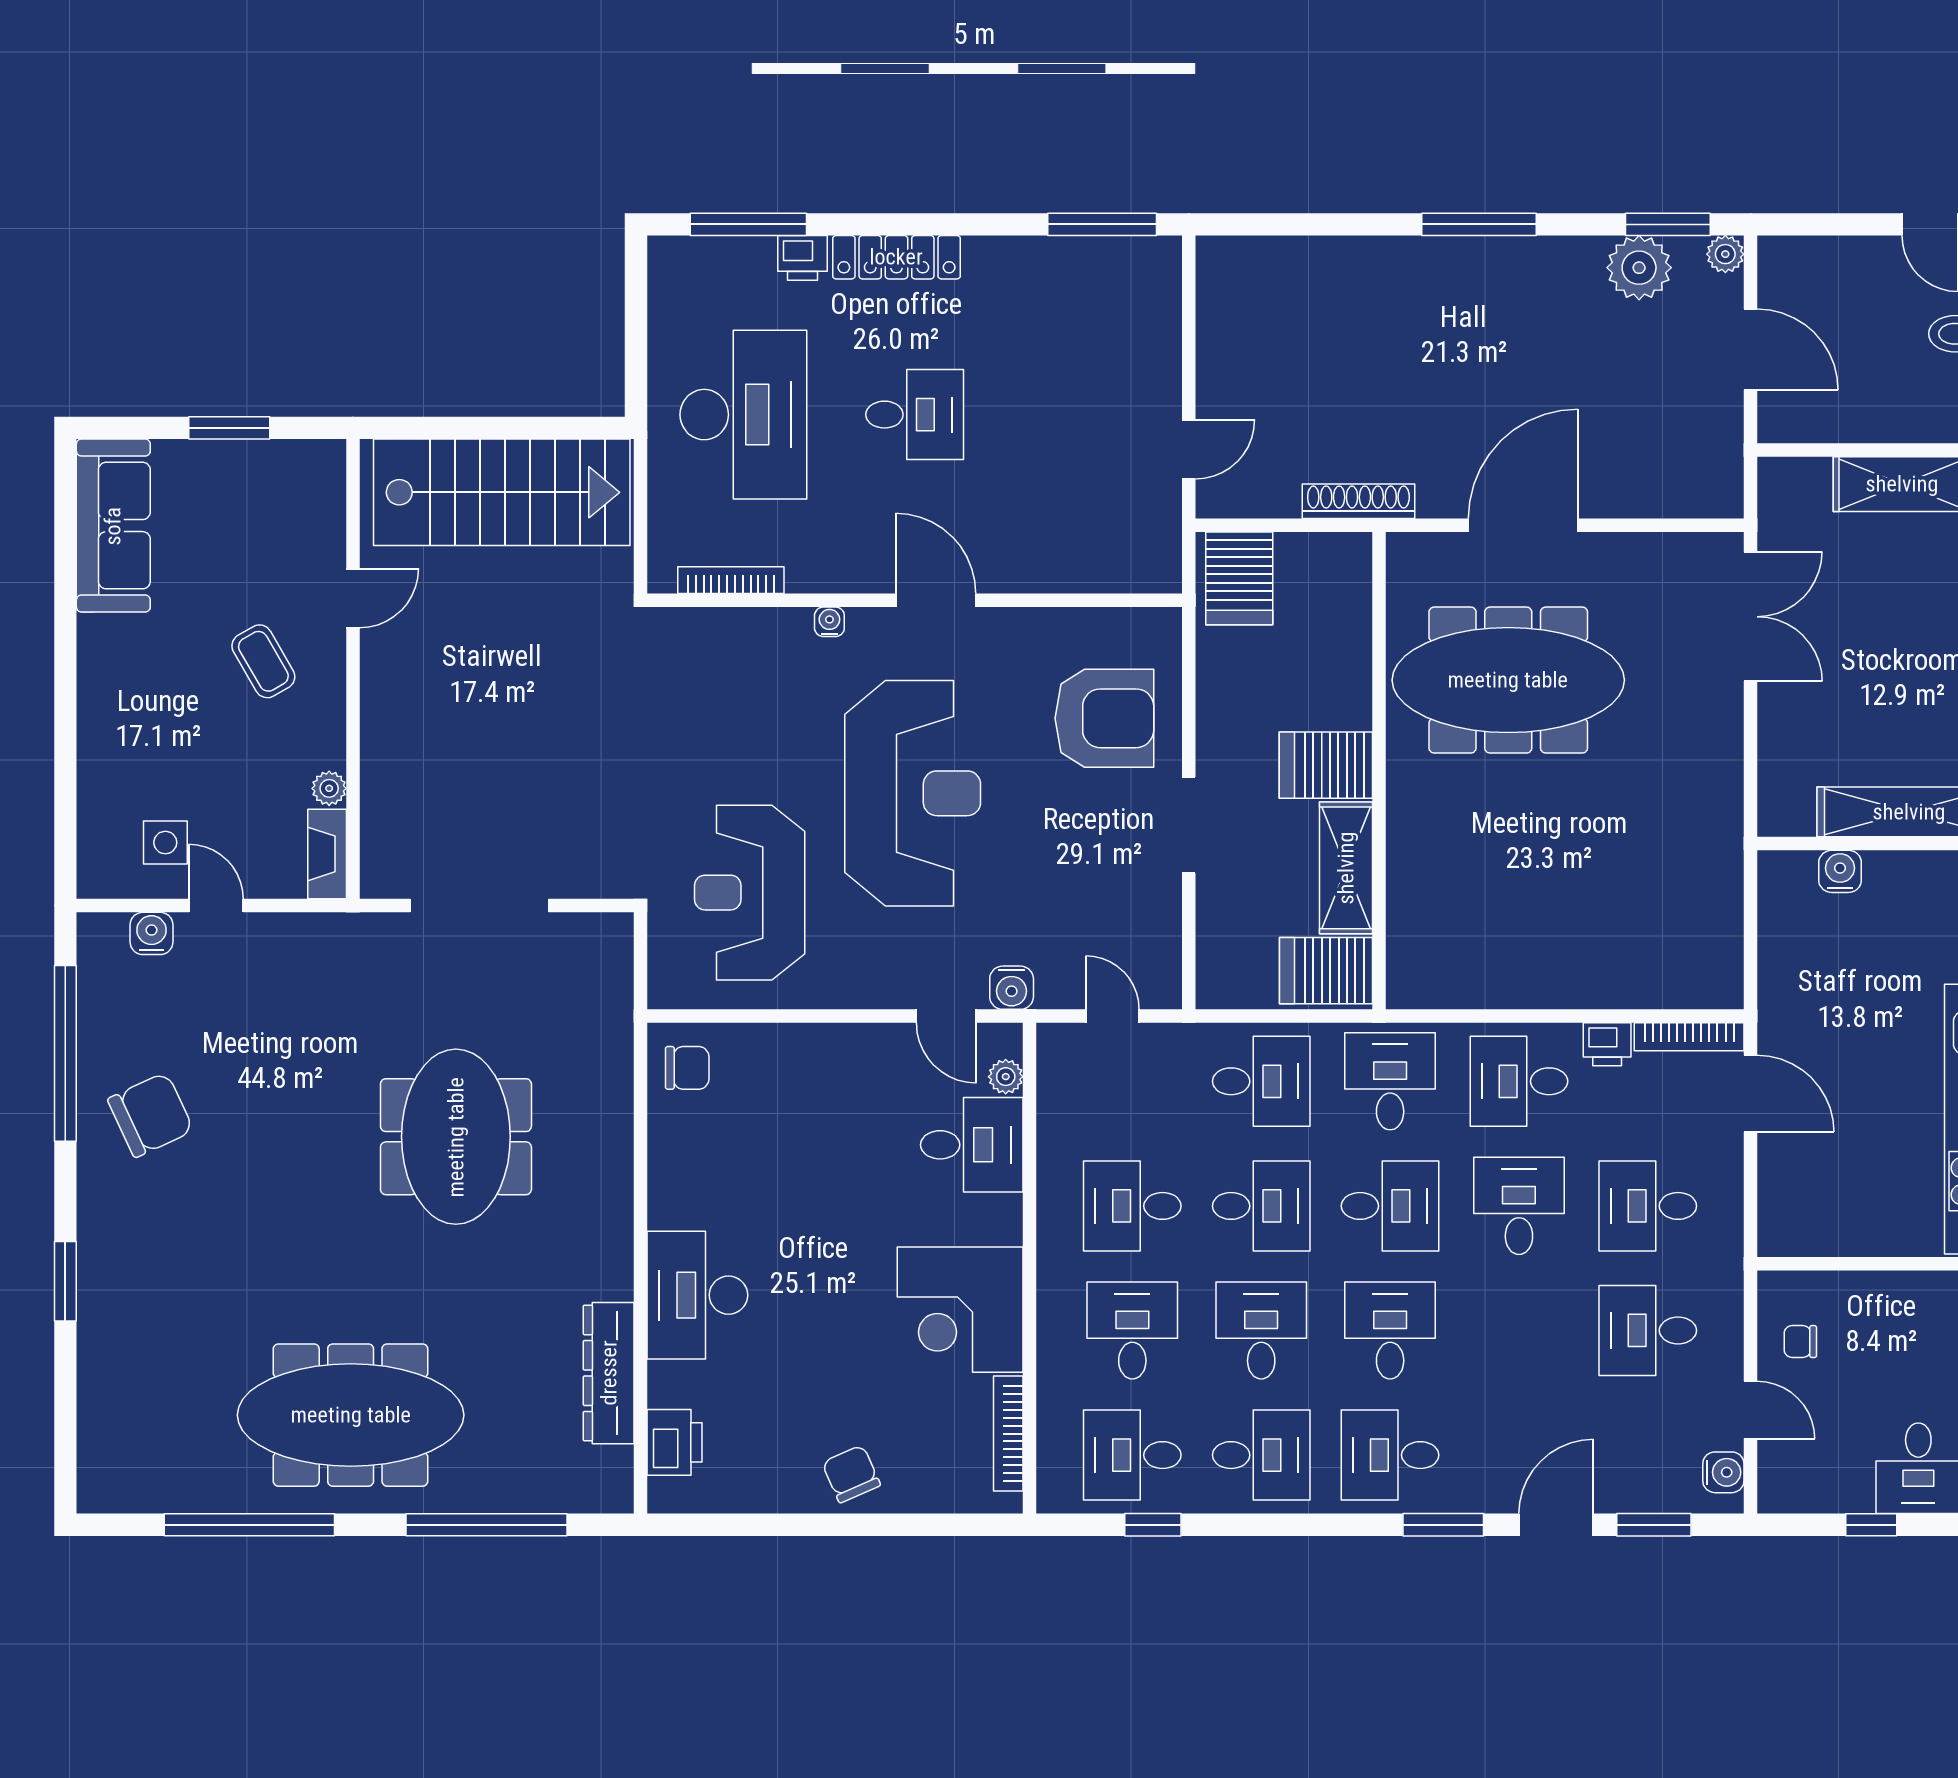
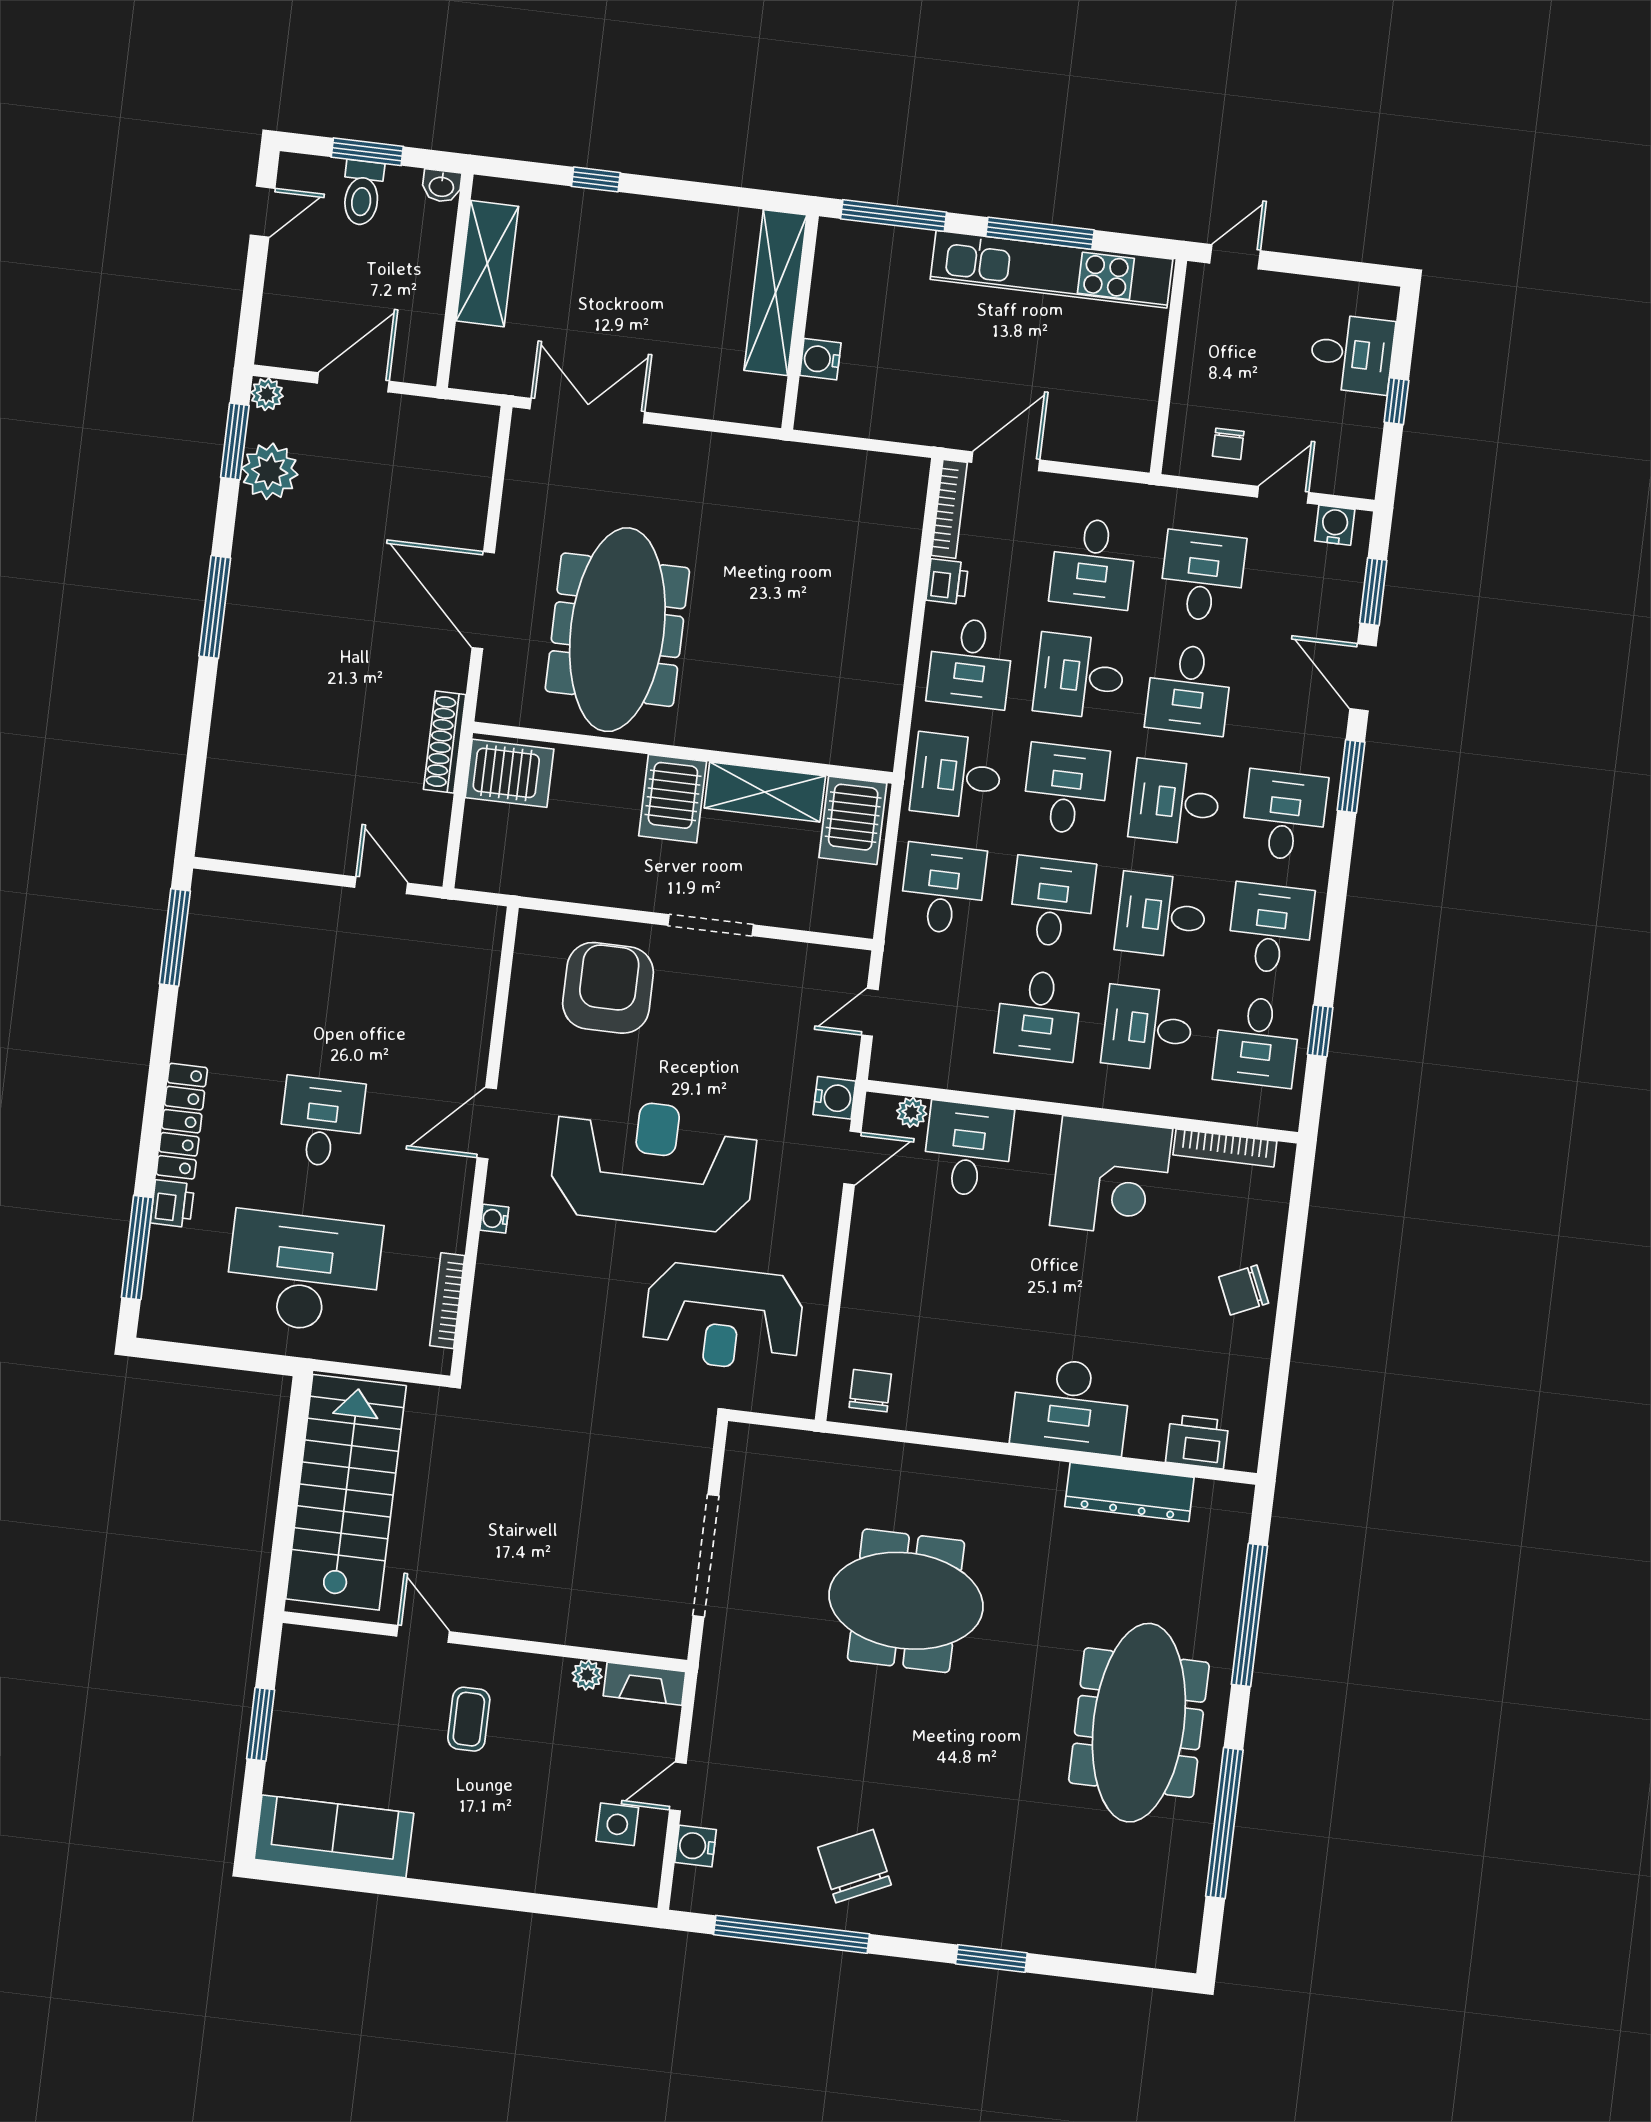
server rack: (1239, 578) -> (510, 773), moved
coffee table: (263, 661) -> (469, 1719), turned -60
desk: (1519, 1330) -> (1189, 689), added
desk: (1648, 1330) -> (1202, 576), turned 180
desk: (1390, 1455) -> (1284, 816), turned 180

